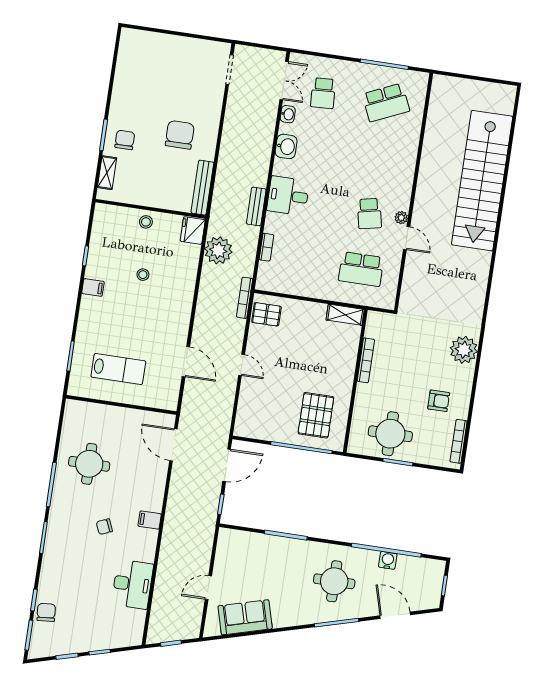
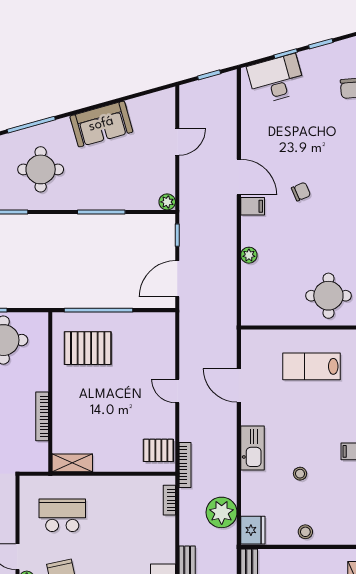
bookcase: (266, 247) -> (169, 500), moved
kitchen sink: (182, 304) -> (252, 448), added
pallet: (316, 415) -> (88, 348), turned 90
door: (173, 445) -> (239, 177), moved
round table: (89, 464) -> (328, 296), moved
plant: (159, 477) -> (249, 255), added
plant: (225, 535) -> (167, 202), added
desk: (132, 584) -> (276, 79), moved, turned 74
sofa: (245, 617) -> (101, 124), moved

